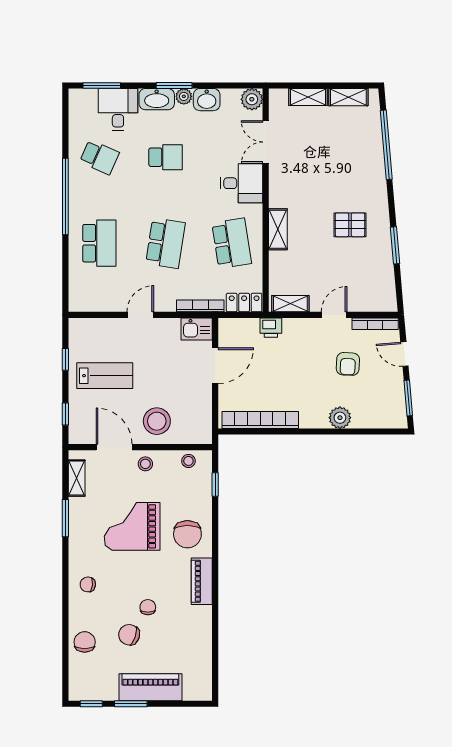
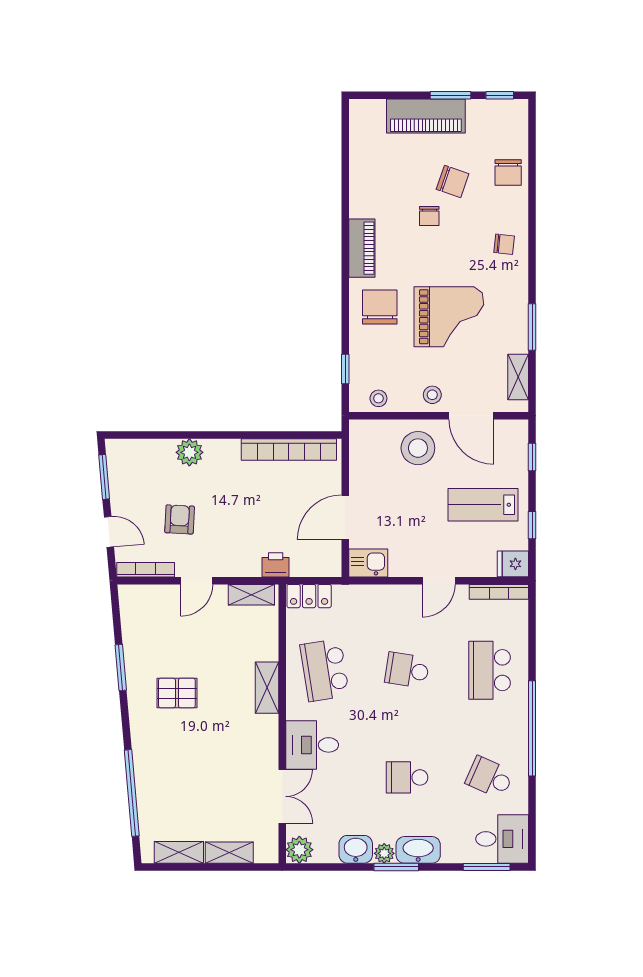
desk: (118, 109) -> (502, 839), moved, turned -90
school desk: (166, 243) -> (407, 670), width x0.54
bookcase: (200, 306) -> (499, 592), moved
fridge: (81, 328) -> (513, 564), added

